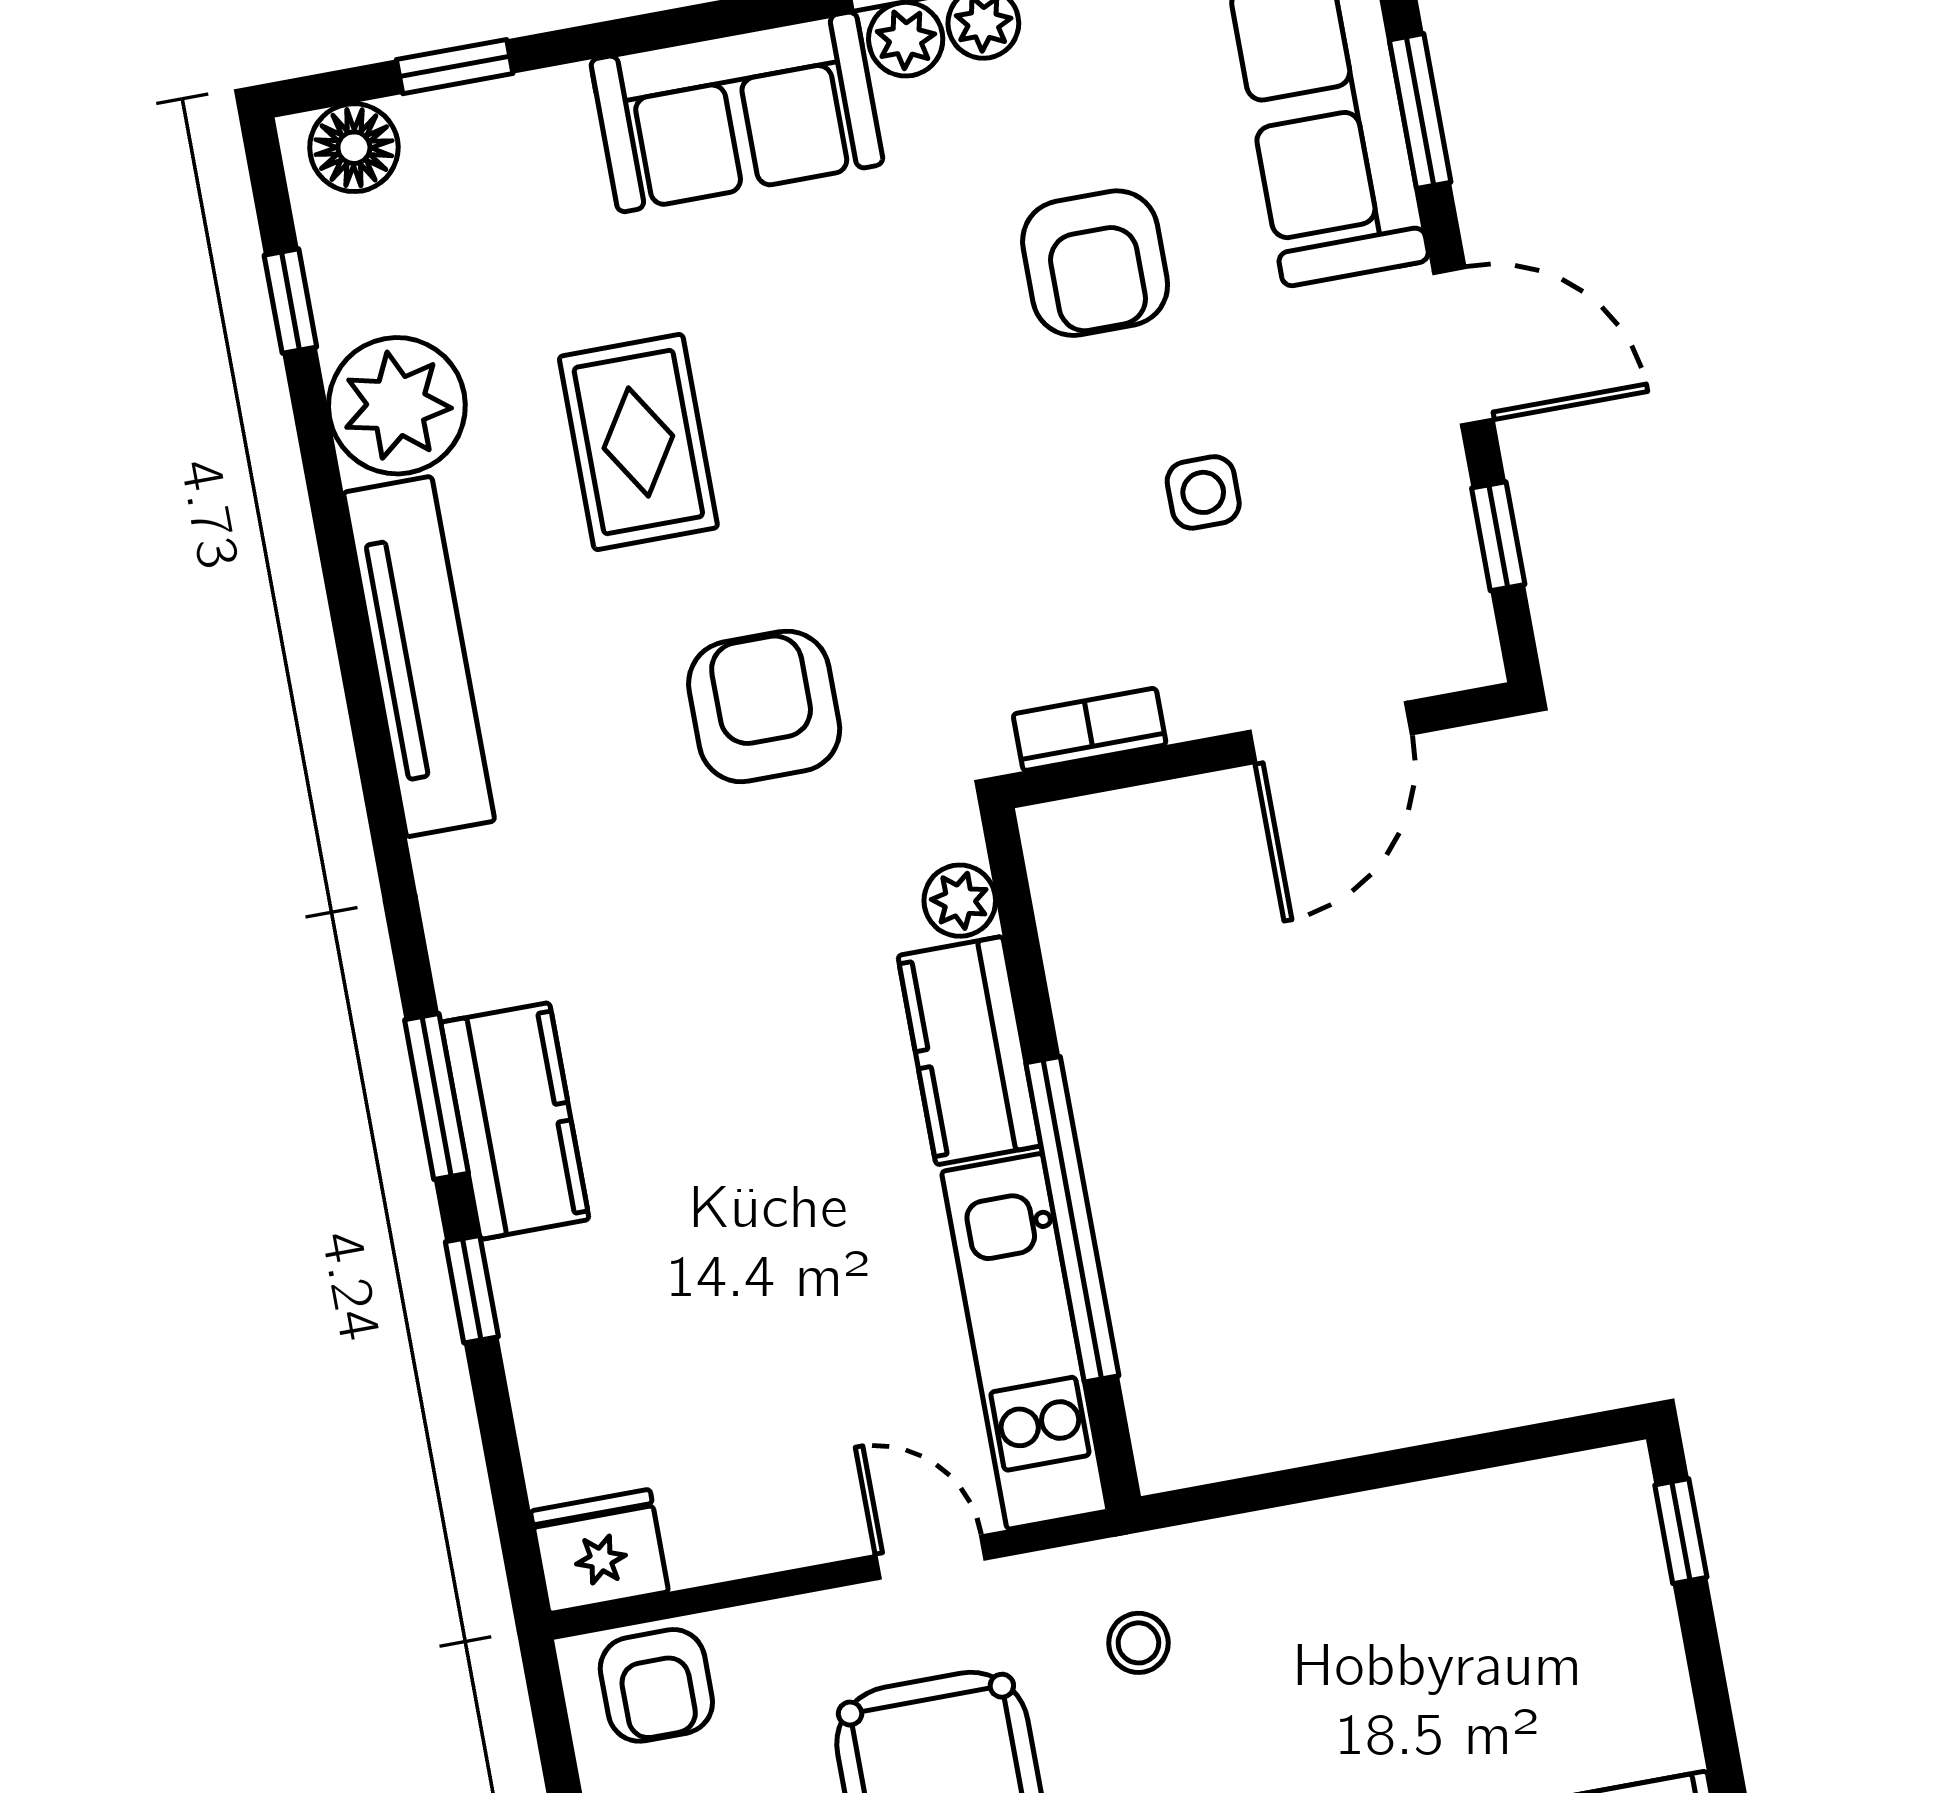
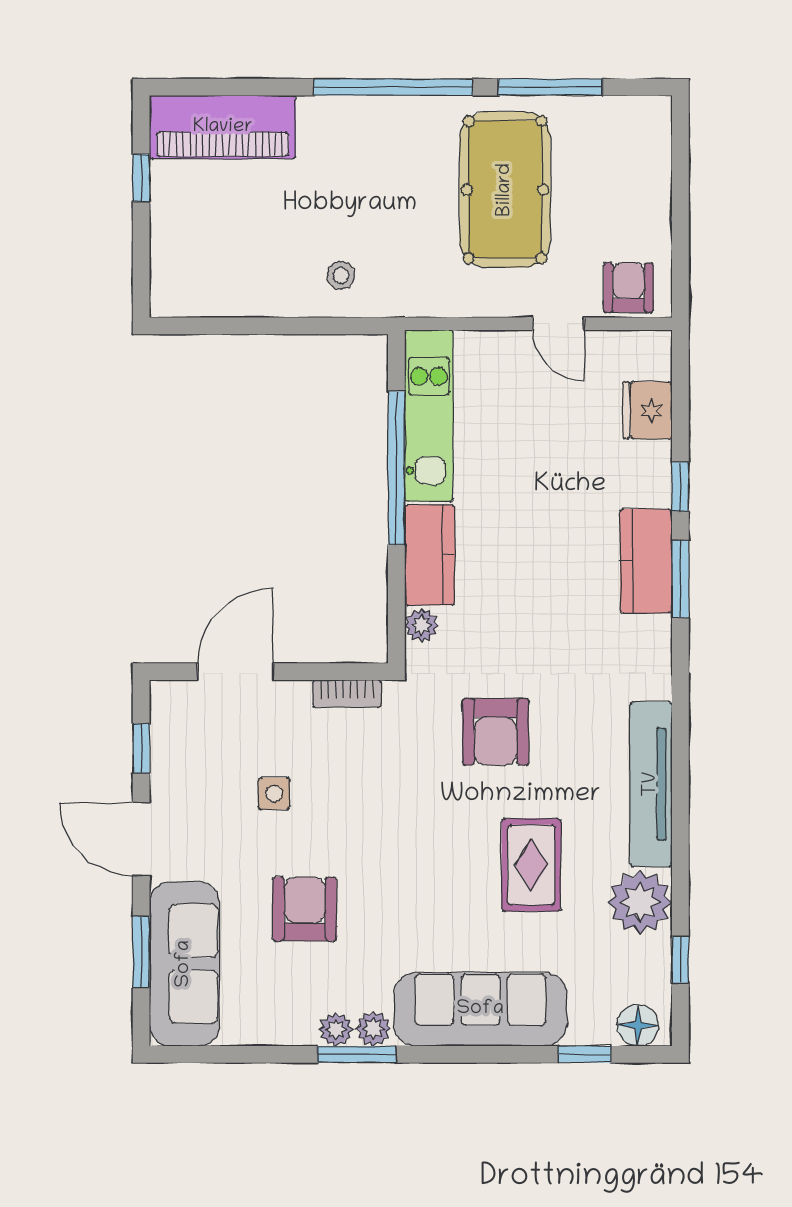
sofa: (737, 112) -> (480, 1009), width x1.36
window: (1681, 1531) -> (141, 178), moved
fridge: (600, 1551) -> (647, 410), moved, turned 90
door: (930, 1557) -> (558, 324), moved
stool: (1138, 1643) -> (341, 275), moved

